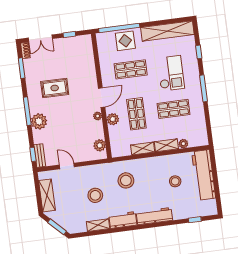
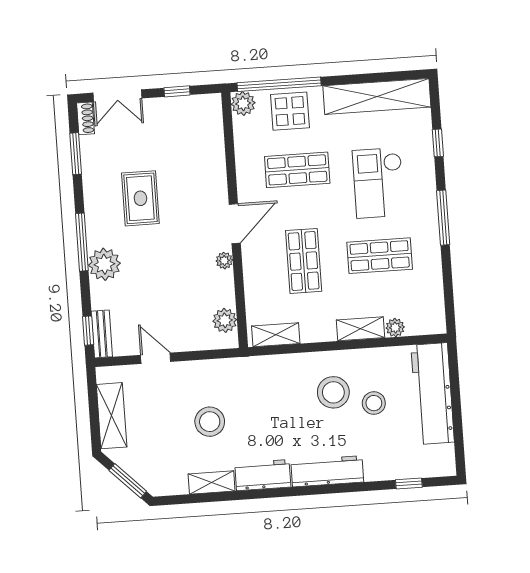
checkout: (171, 73) -> (378, 183), turned 180
rug: (55, 88) -> (140, 198), turned 90
plant: (113, 119) -> (243, 103), moved
shelving: (143, 148) -> (276, 335), moved
stool: (126, 180) -> (333, 392), moved

